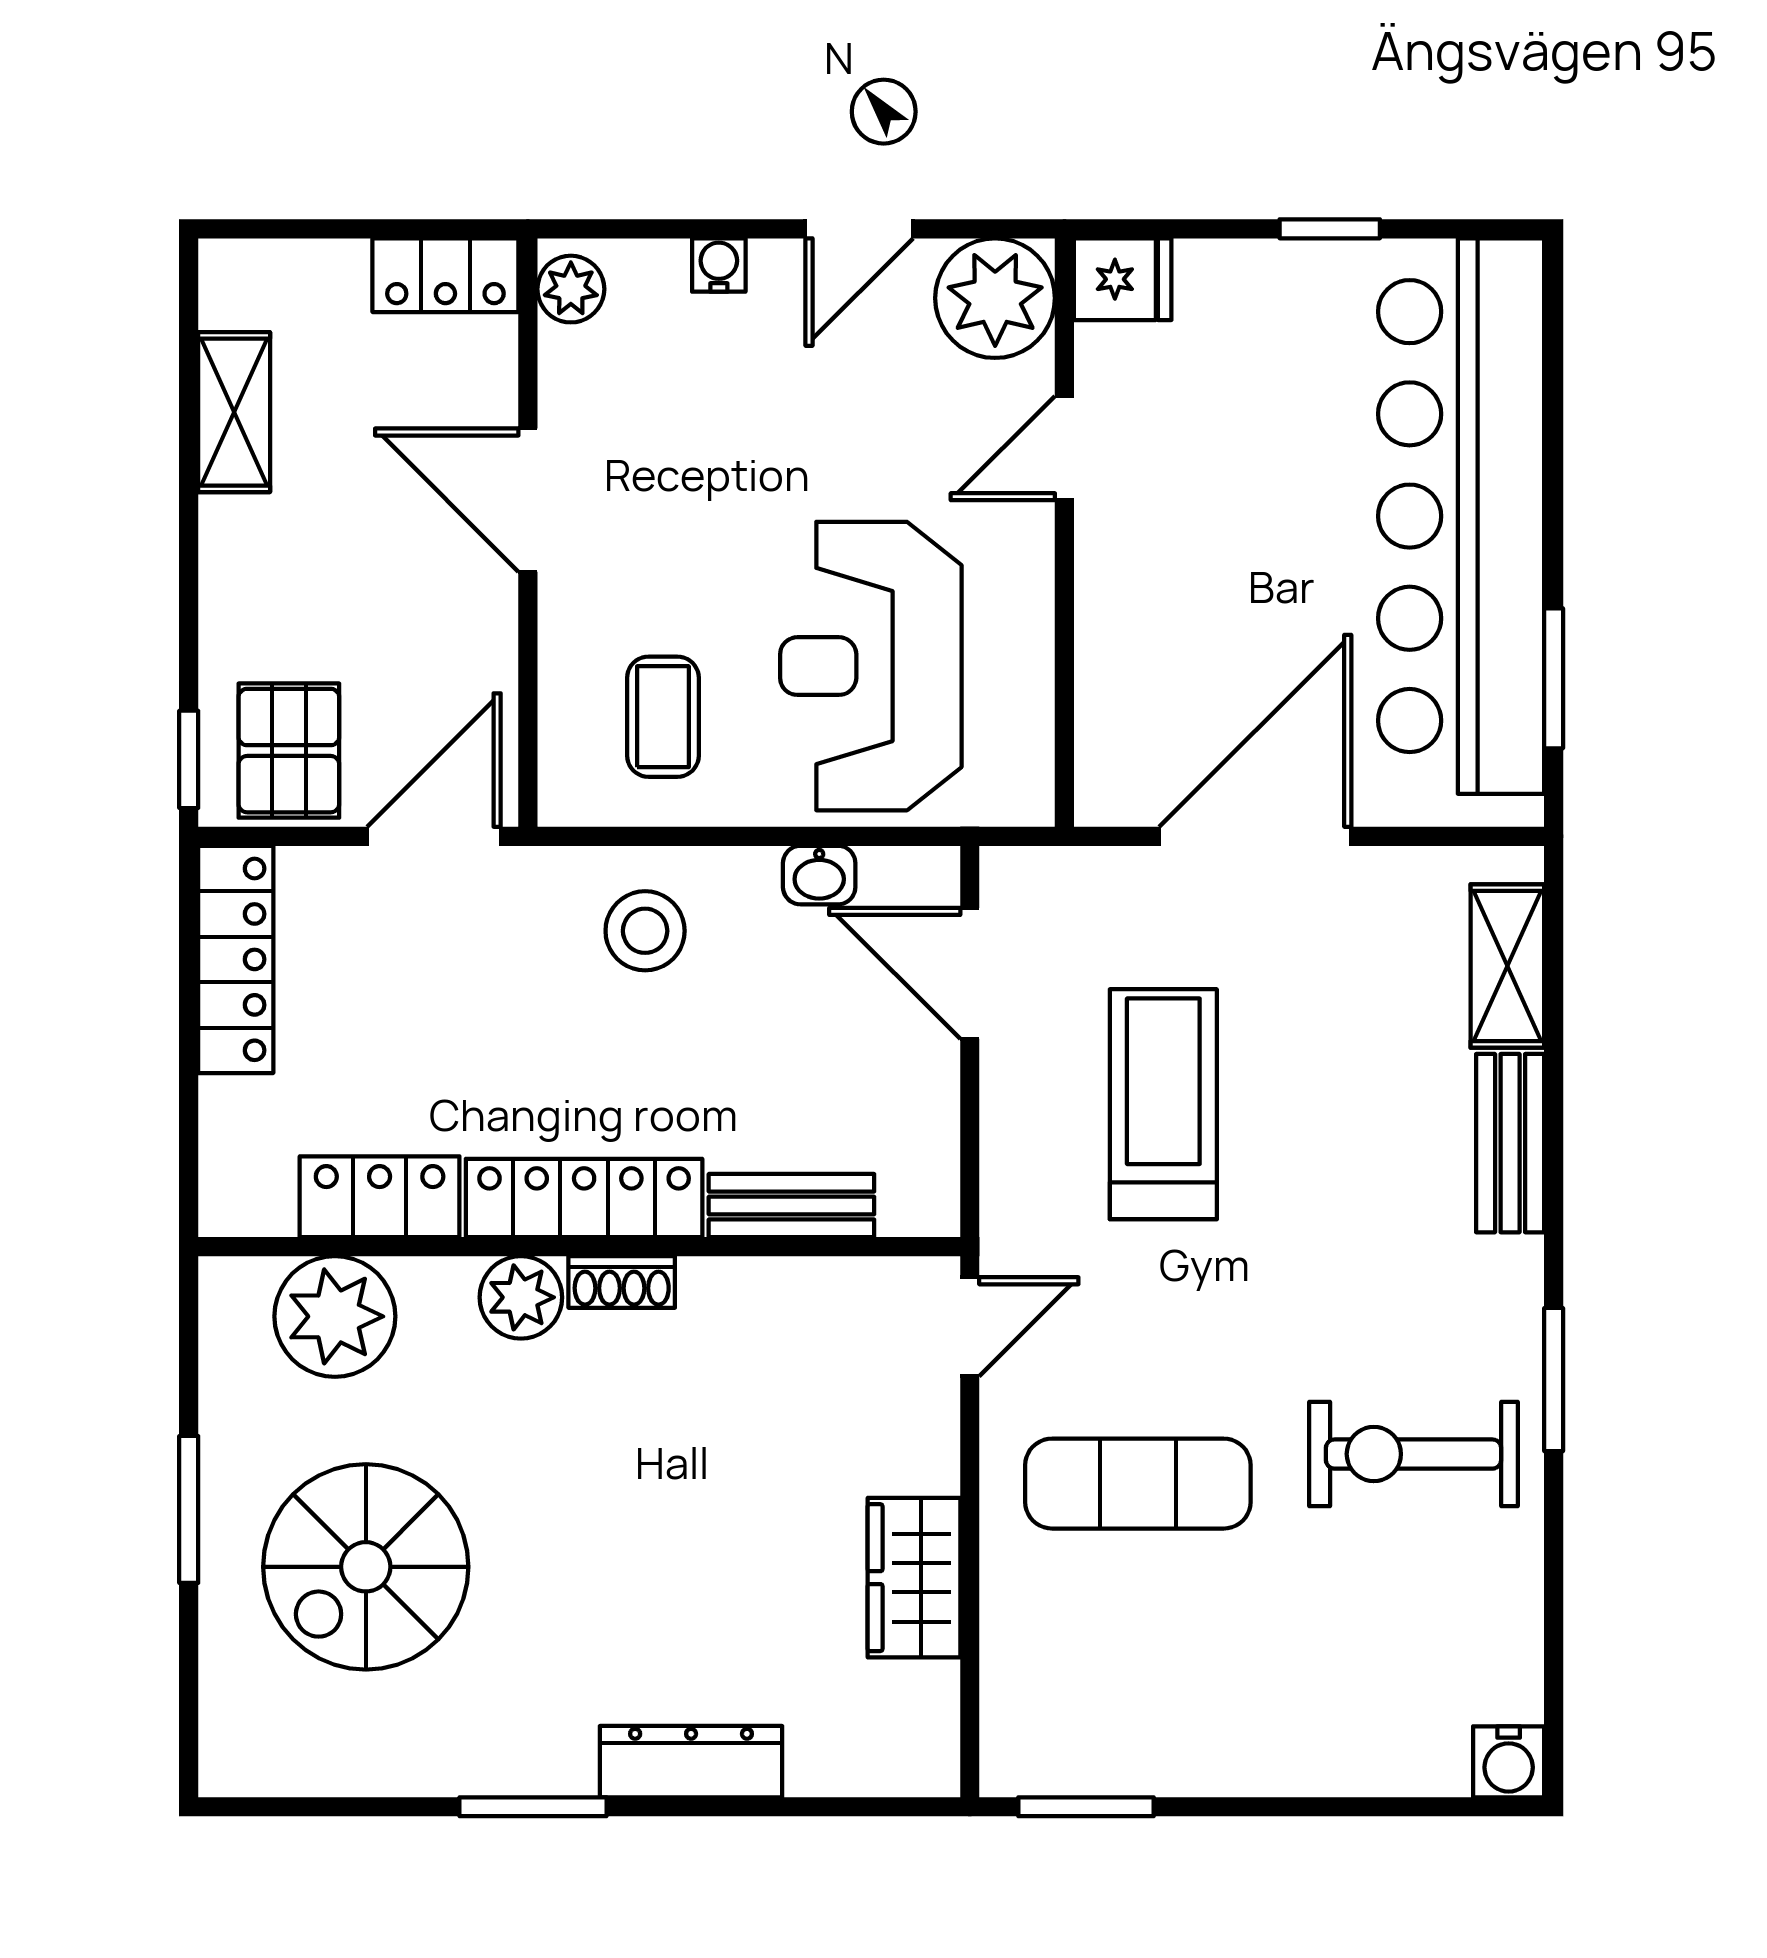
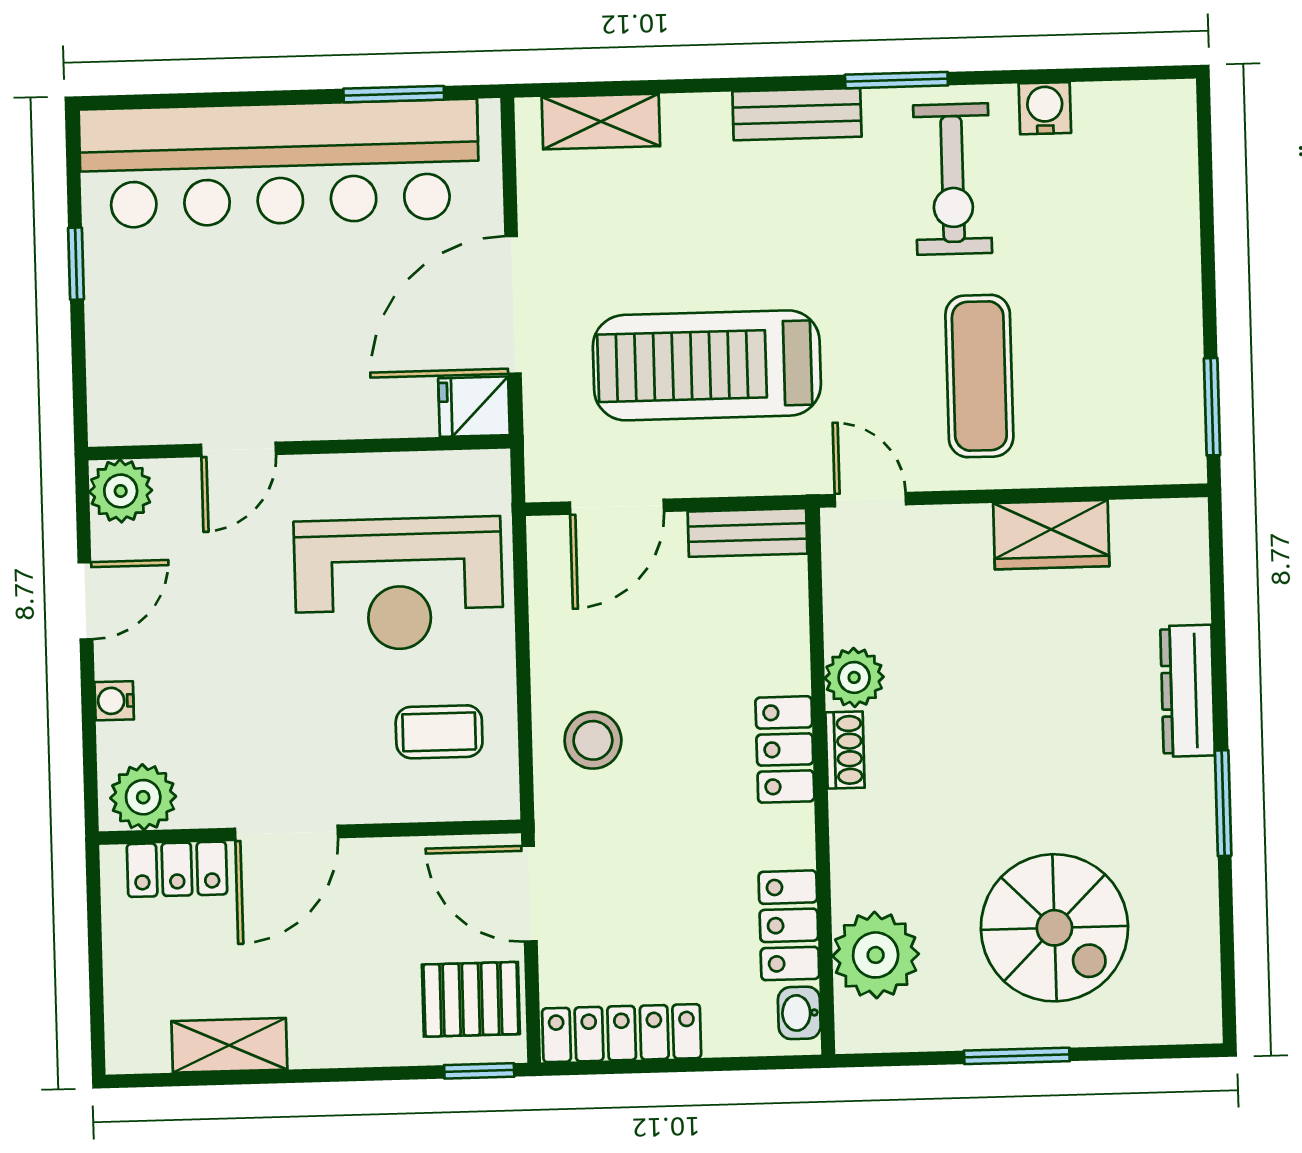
door: (859, 229) -> (85, 601), hinge flipped
locker: (445, 275) -> (177, 869), moved, turned 90
fridge: (1123, 279) -> (474, 407), moved, turned -90
plant: (571, 289) -> (143, 797), width x1.38, depth x1.38
plant: (995, 298) -> (121, 491), width x0.73, depth x0.73
door: (1064, 448) -> (239, 449), hinge flipped
door: (1255, 836) -> (513, 305), hinge flipped
washbasin: (819, 875) -> (799, 1013), moved, turned 180
treadmill: (1163, 1104) -> (707, 365), width x1.37, depth x1.38
bench: (1510, 1143) -> (797, 114), moved
locker: (584, 1198) -> (785, 749), width x0.66
bench: (791, 1206) -> (748, 533), moved, turned 90
plant: (521, 1297) -> (854, 677), moved
water cooler: (1509, 1762) -> (1045, 108), moved, turned -90

